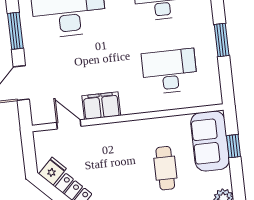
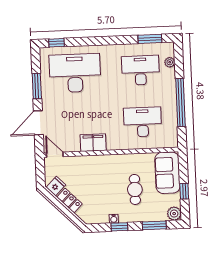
window: (222, 40) -> (180, 103), width x2.11
door: (69, 124) -> (55, 155), moved
window: (233, 146) -> (184, 191), moved

